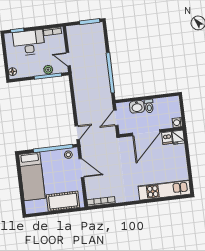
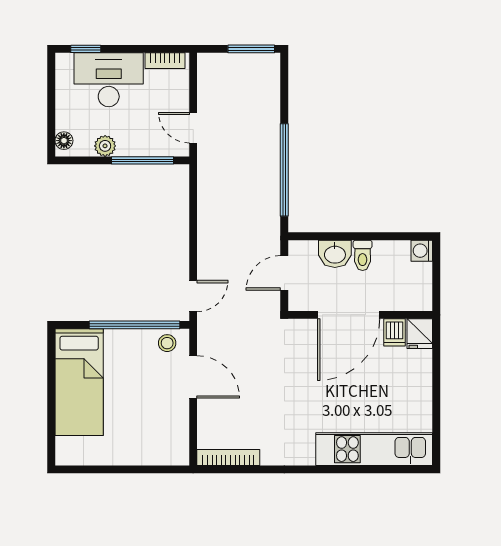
plant: (48, 70) -> (105, 146), moved
washing machine: (177, 123) -> (422, 251), moved
cot: (63, 201) -> (143, 447), removed

